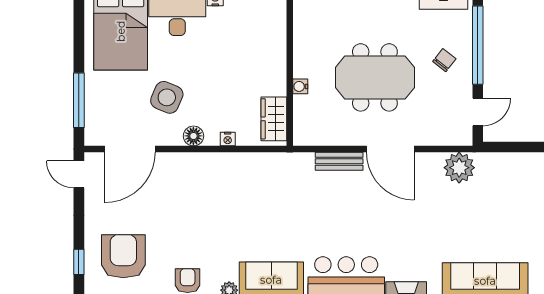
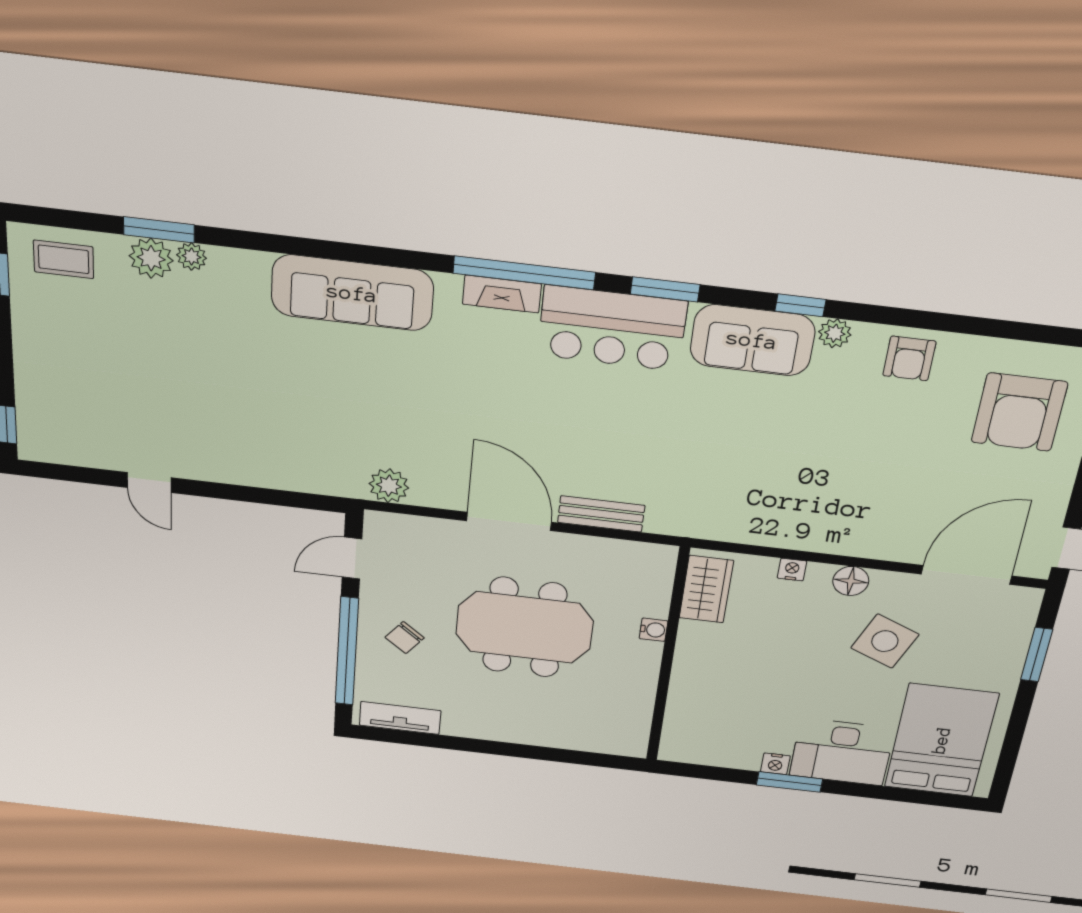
window: (79, 100) -> (1037, 655), width x0.69
plant: (459, 168) -> (389, 486), width x0.73, depth x0.73

